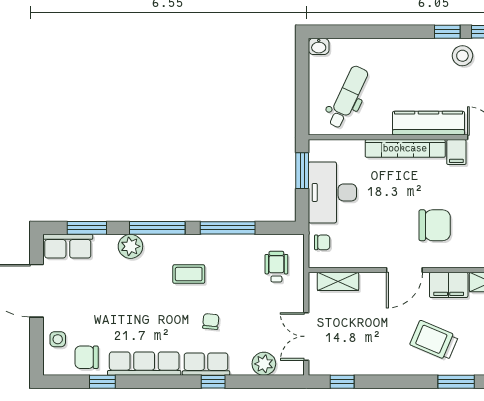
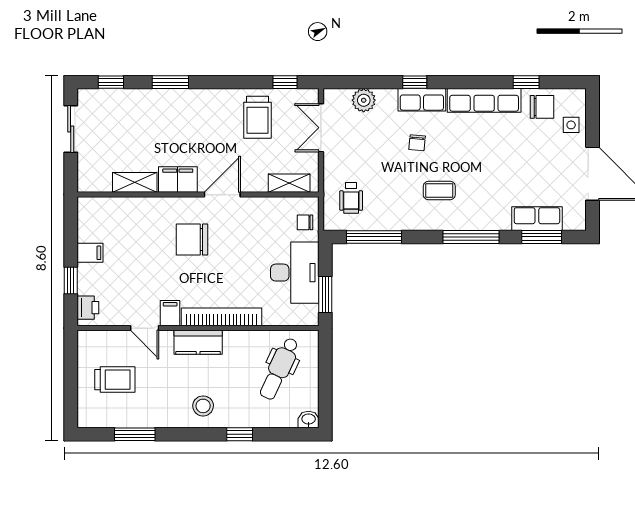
window: (447, 32) -> (240, 434), moved
stool: (462, 56) -> (203, 406), moved
kitchen counter: (429, 123) -> (198, 342), width x0.67
window: (228, 228) -> (374, 237), moved
row of seats: (68, 246) -> (537, 219), moved
plant: (130, 246) -> (498, 218), removed
double door: (306, 336) -> (321, 128), swing flipped
trolley: (434, 340) -> (257, 117), moved, turned 67

